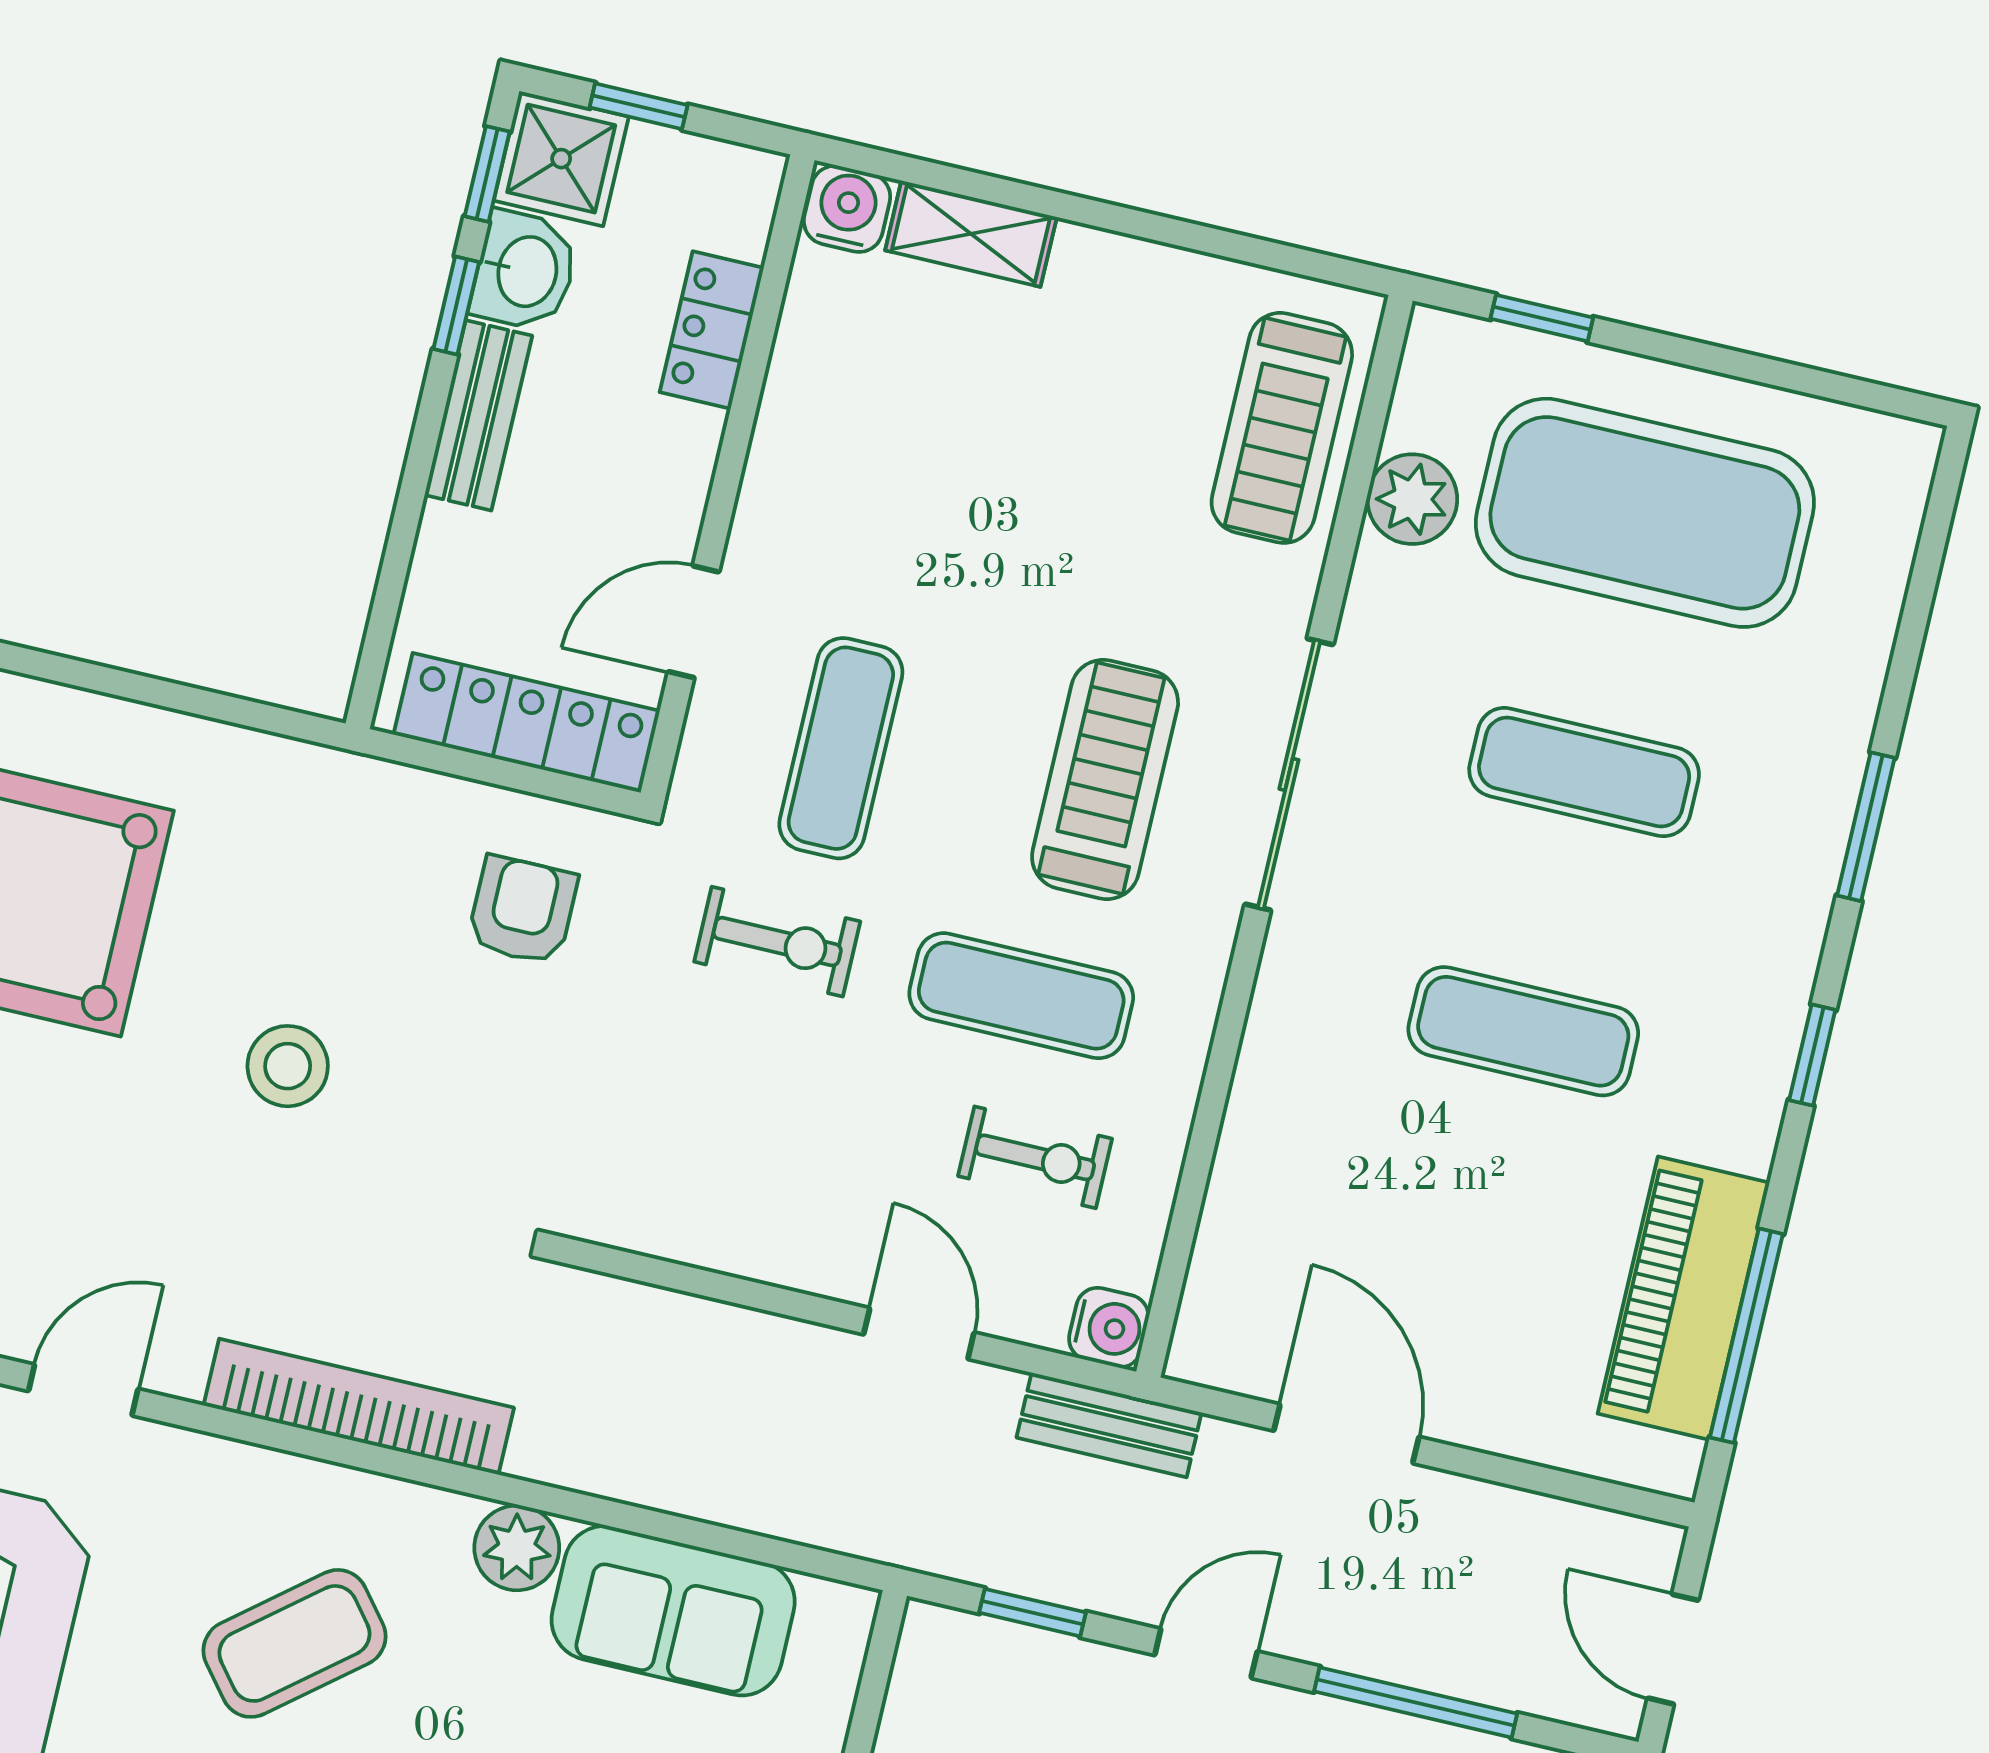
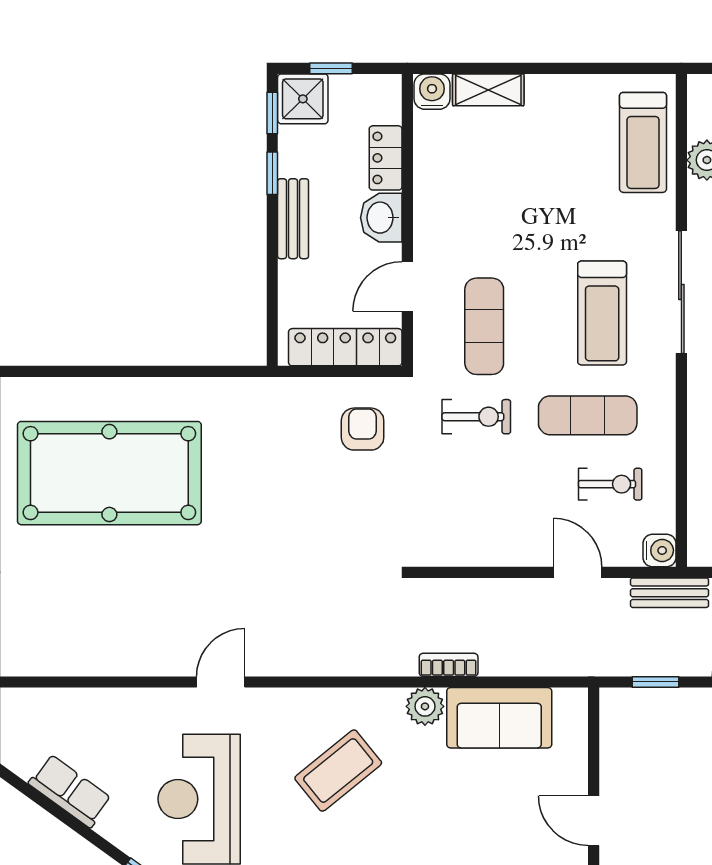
washbasin: (525, 271) -> (381, 218), moved, turned 180
treadmill: (1105, 780) -> (602, 313), turned 180
stool: (288, 1066) -> (276, 521), removed
bookcase: (359, 1407) -> (449, 665), moved, width x0.43, depth x0.76

